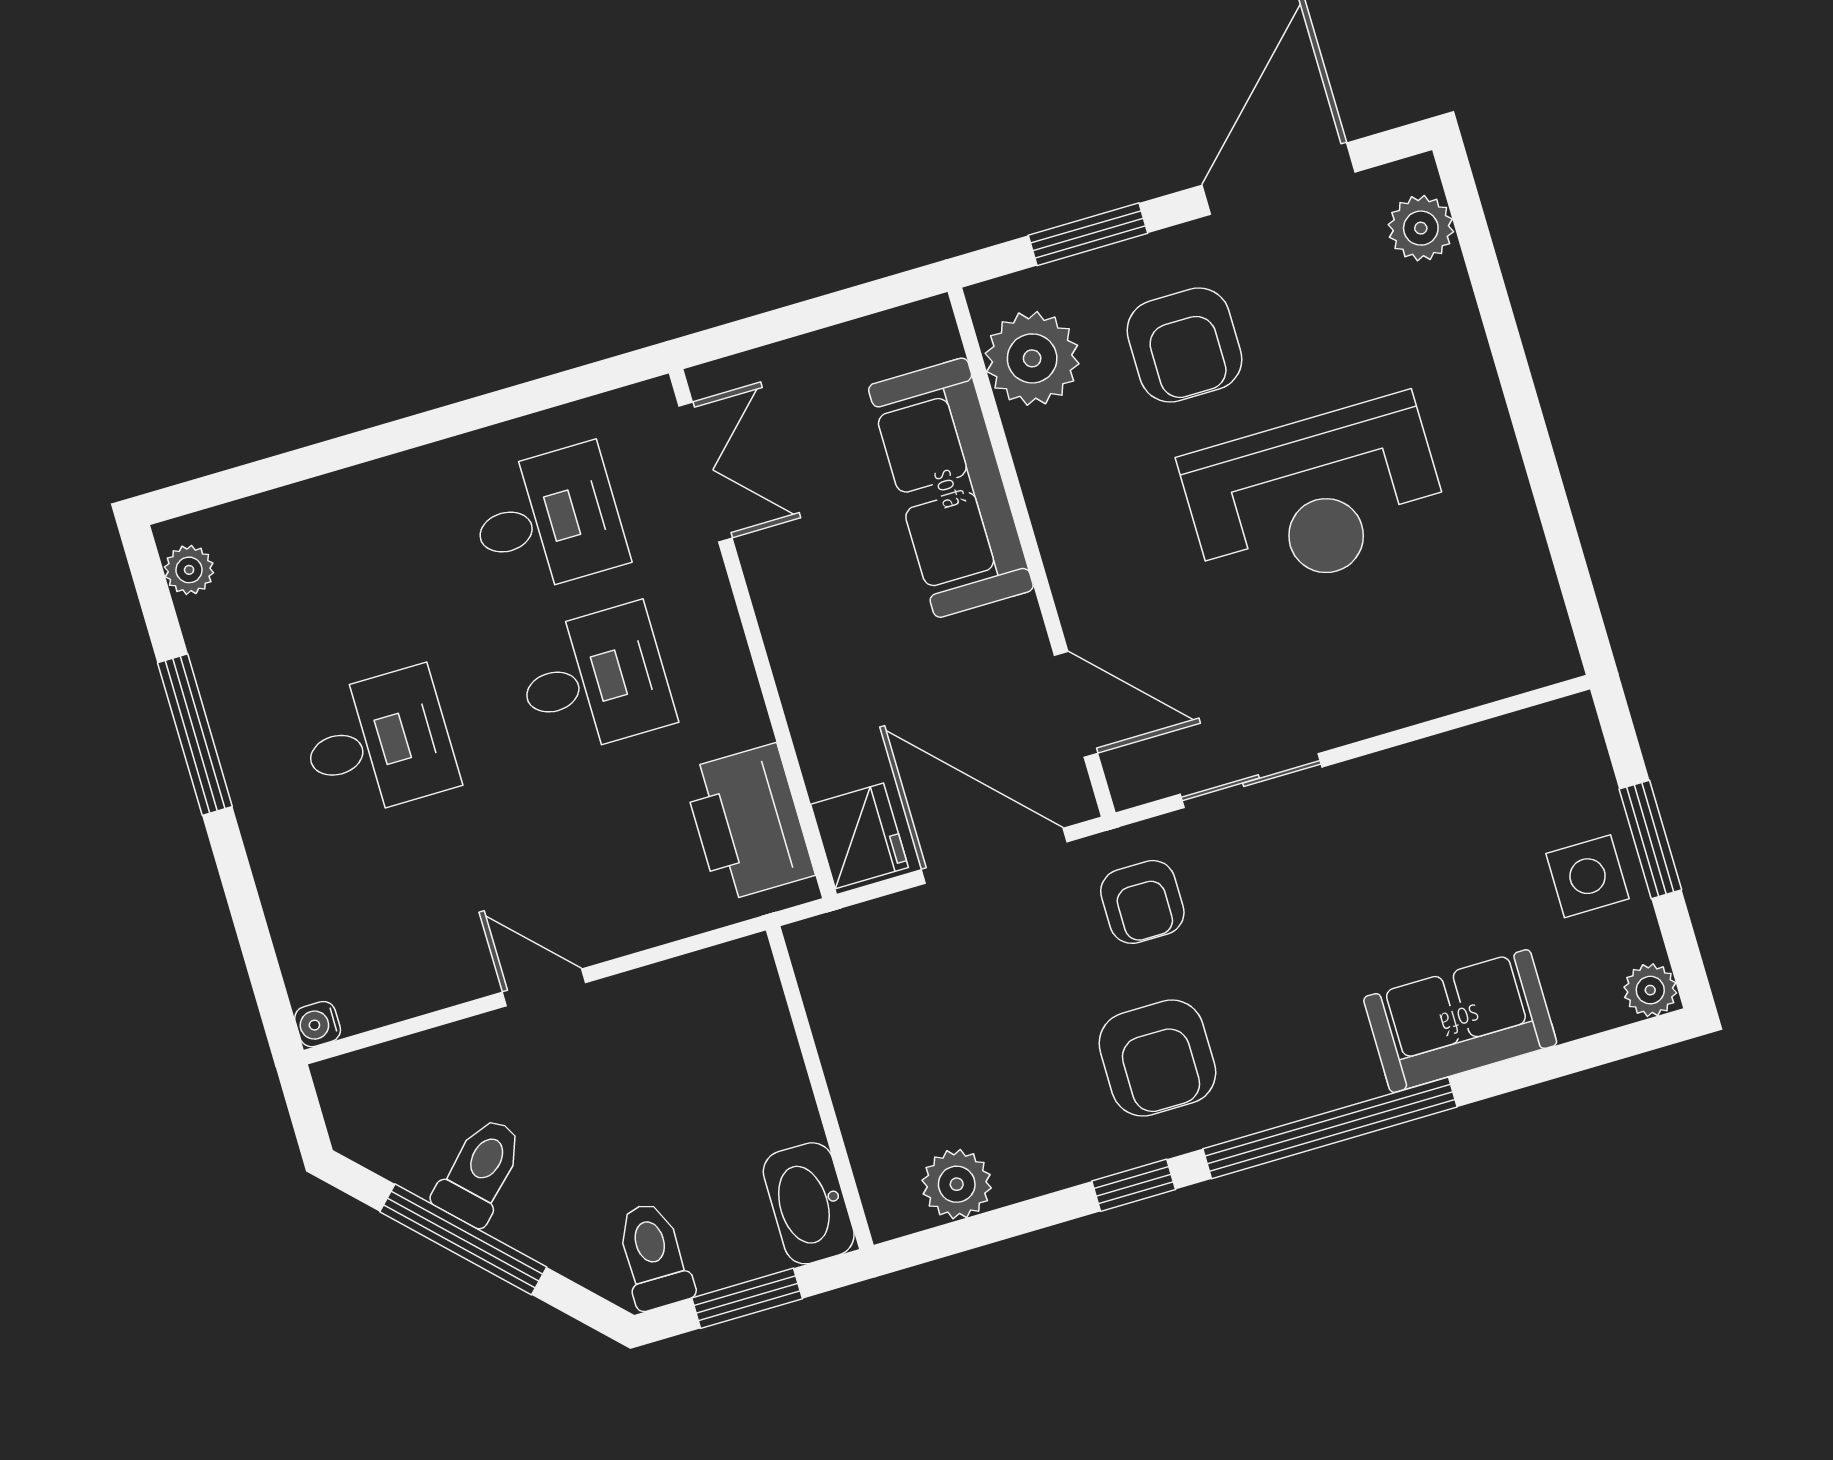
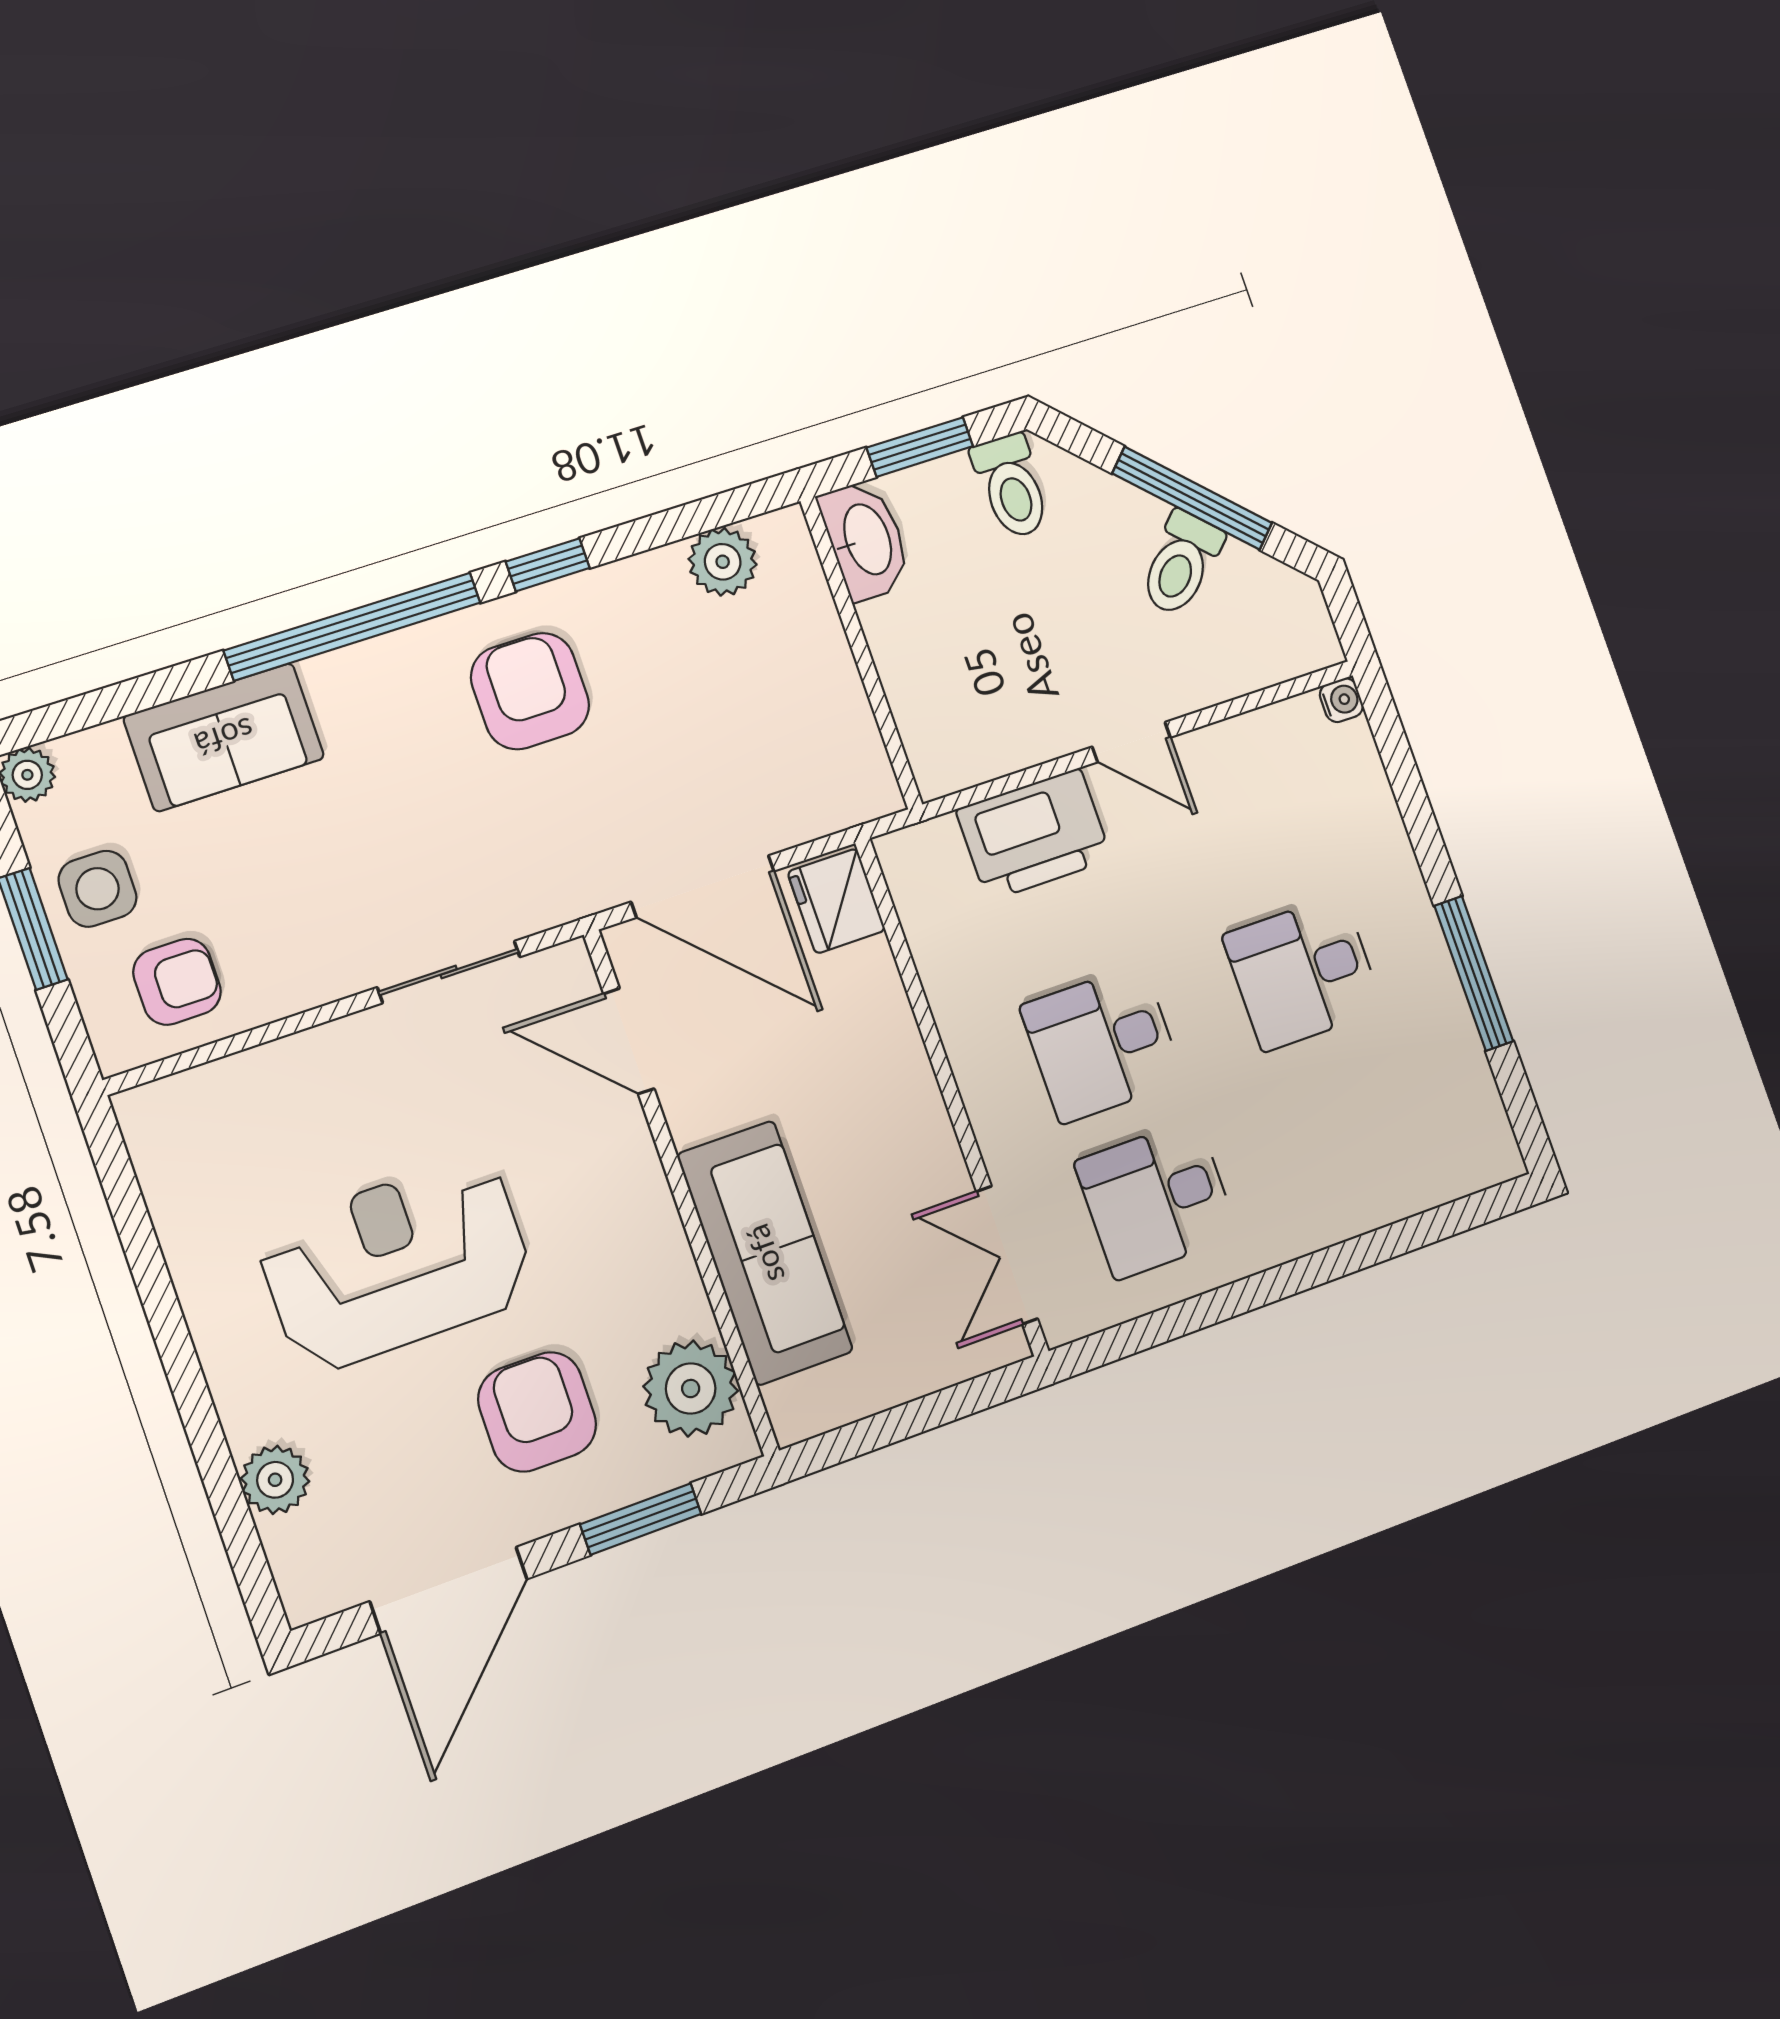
plant: (1421, 228) -> (275, 1480), moved
plant: (189, 570) -> (1490, 1132), removed
printer: (748, 823) -> (1034, 834), moved, turned 90
armchair: (1142, 902) -> (177, 982), moved, turned 90

